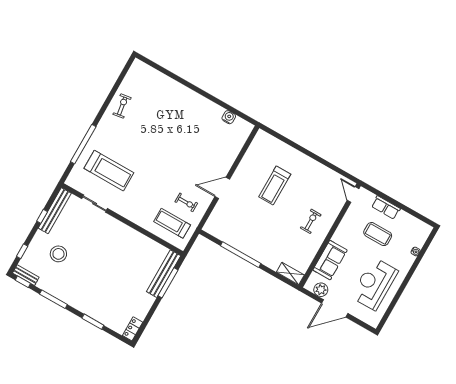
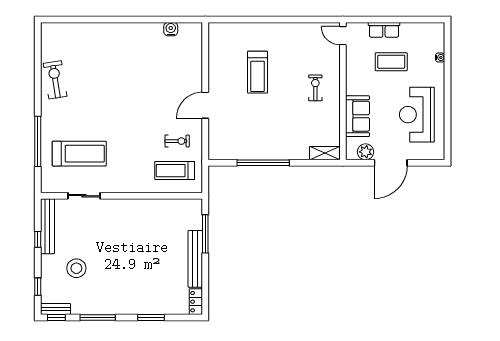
exercise bike: (122, 106) -> (55, 80), width x1.38, depth x1.39
bench: (164, 274) -> (195, 259), moved

